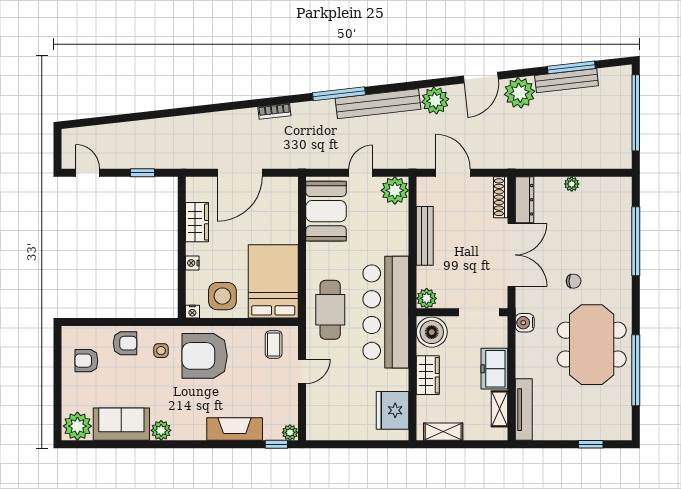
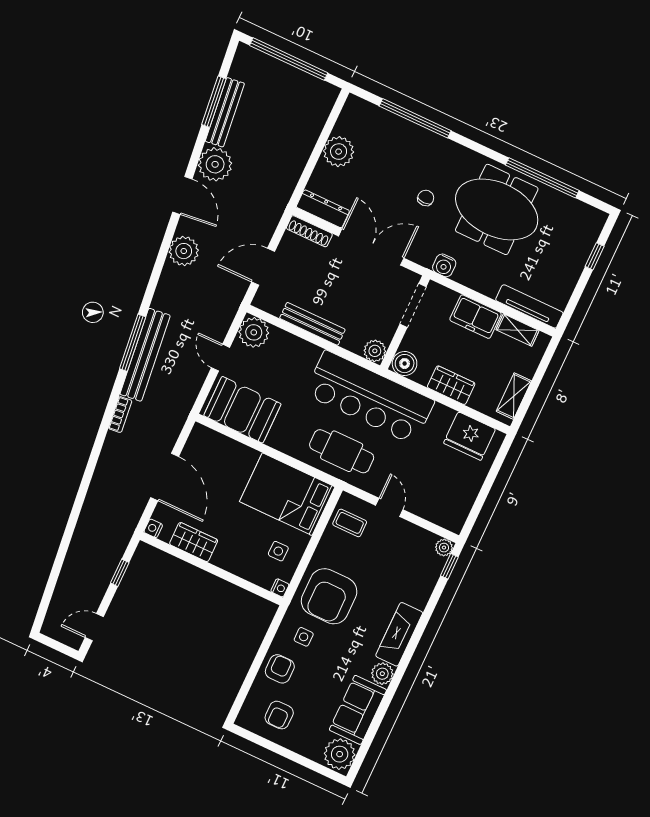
bench: (378, 104) -> (145, 355), moved
plant: (572, 184) -> (339, 152), width x1.87, depth x1.87
nightstand: (192, 263) -> (153, 528), moved, turned 90
side table: (222, 296) -> (278, 551), width x0.54, depth x0.54
boiler: (432, 332) -> (405, 364), width x0.73, depth x0.73
fireplace: (235, 429) -> (399, 634), moved

